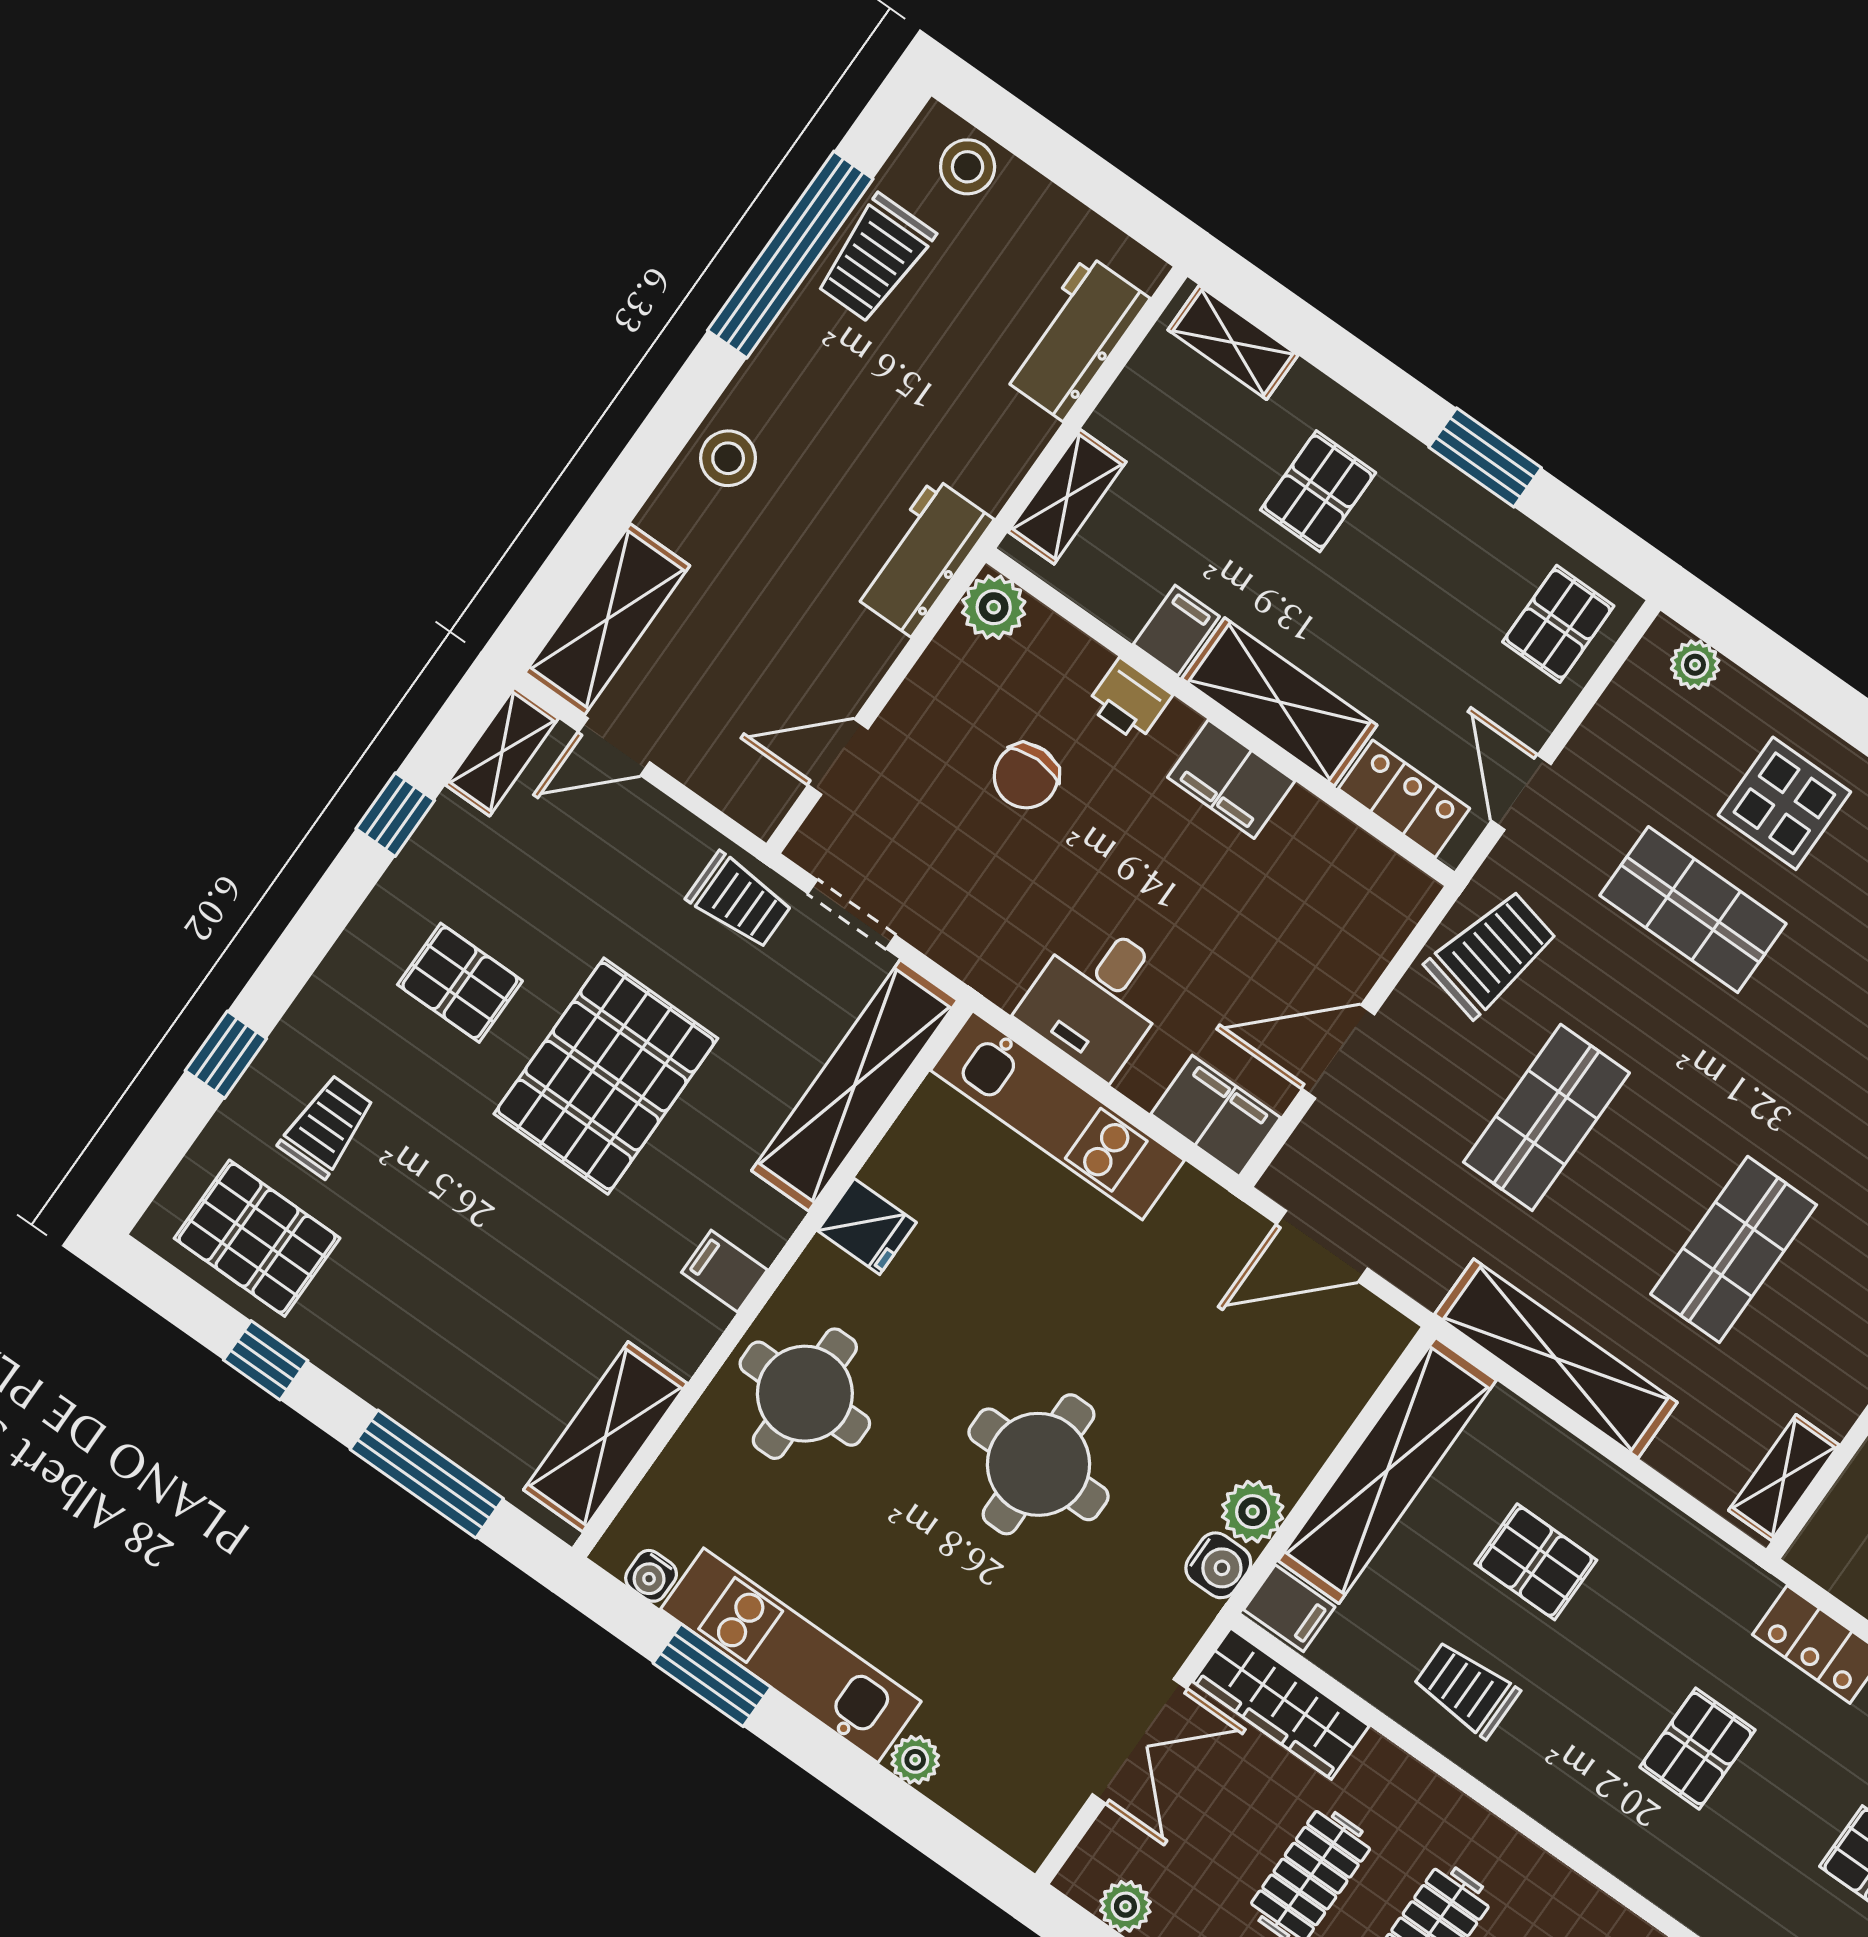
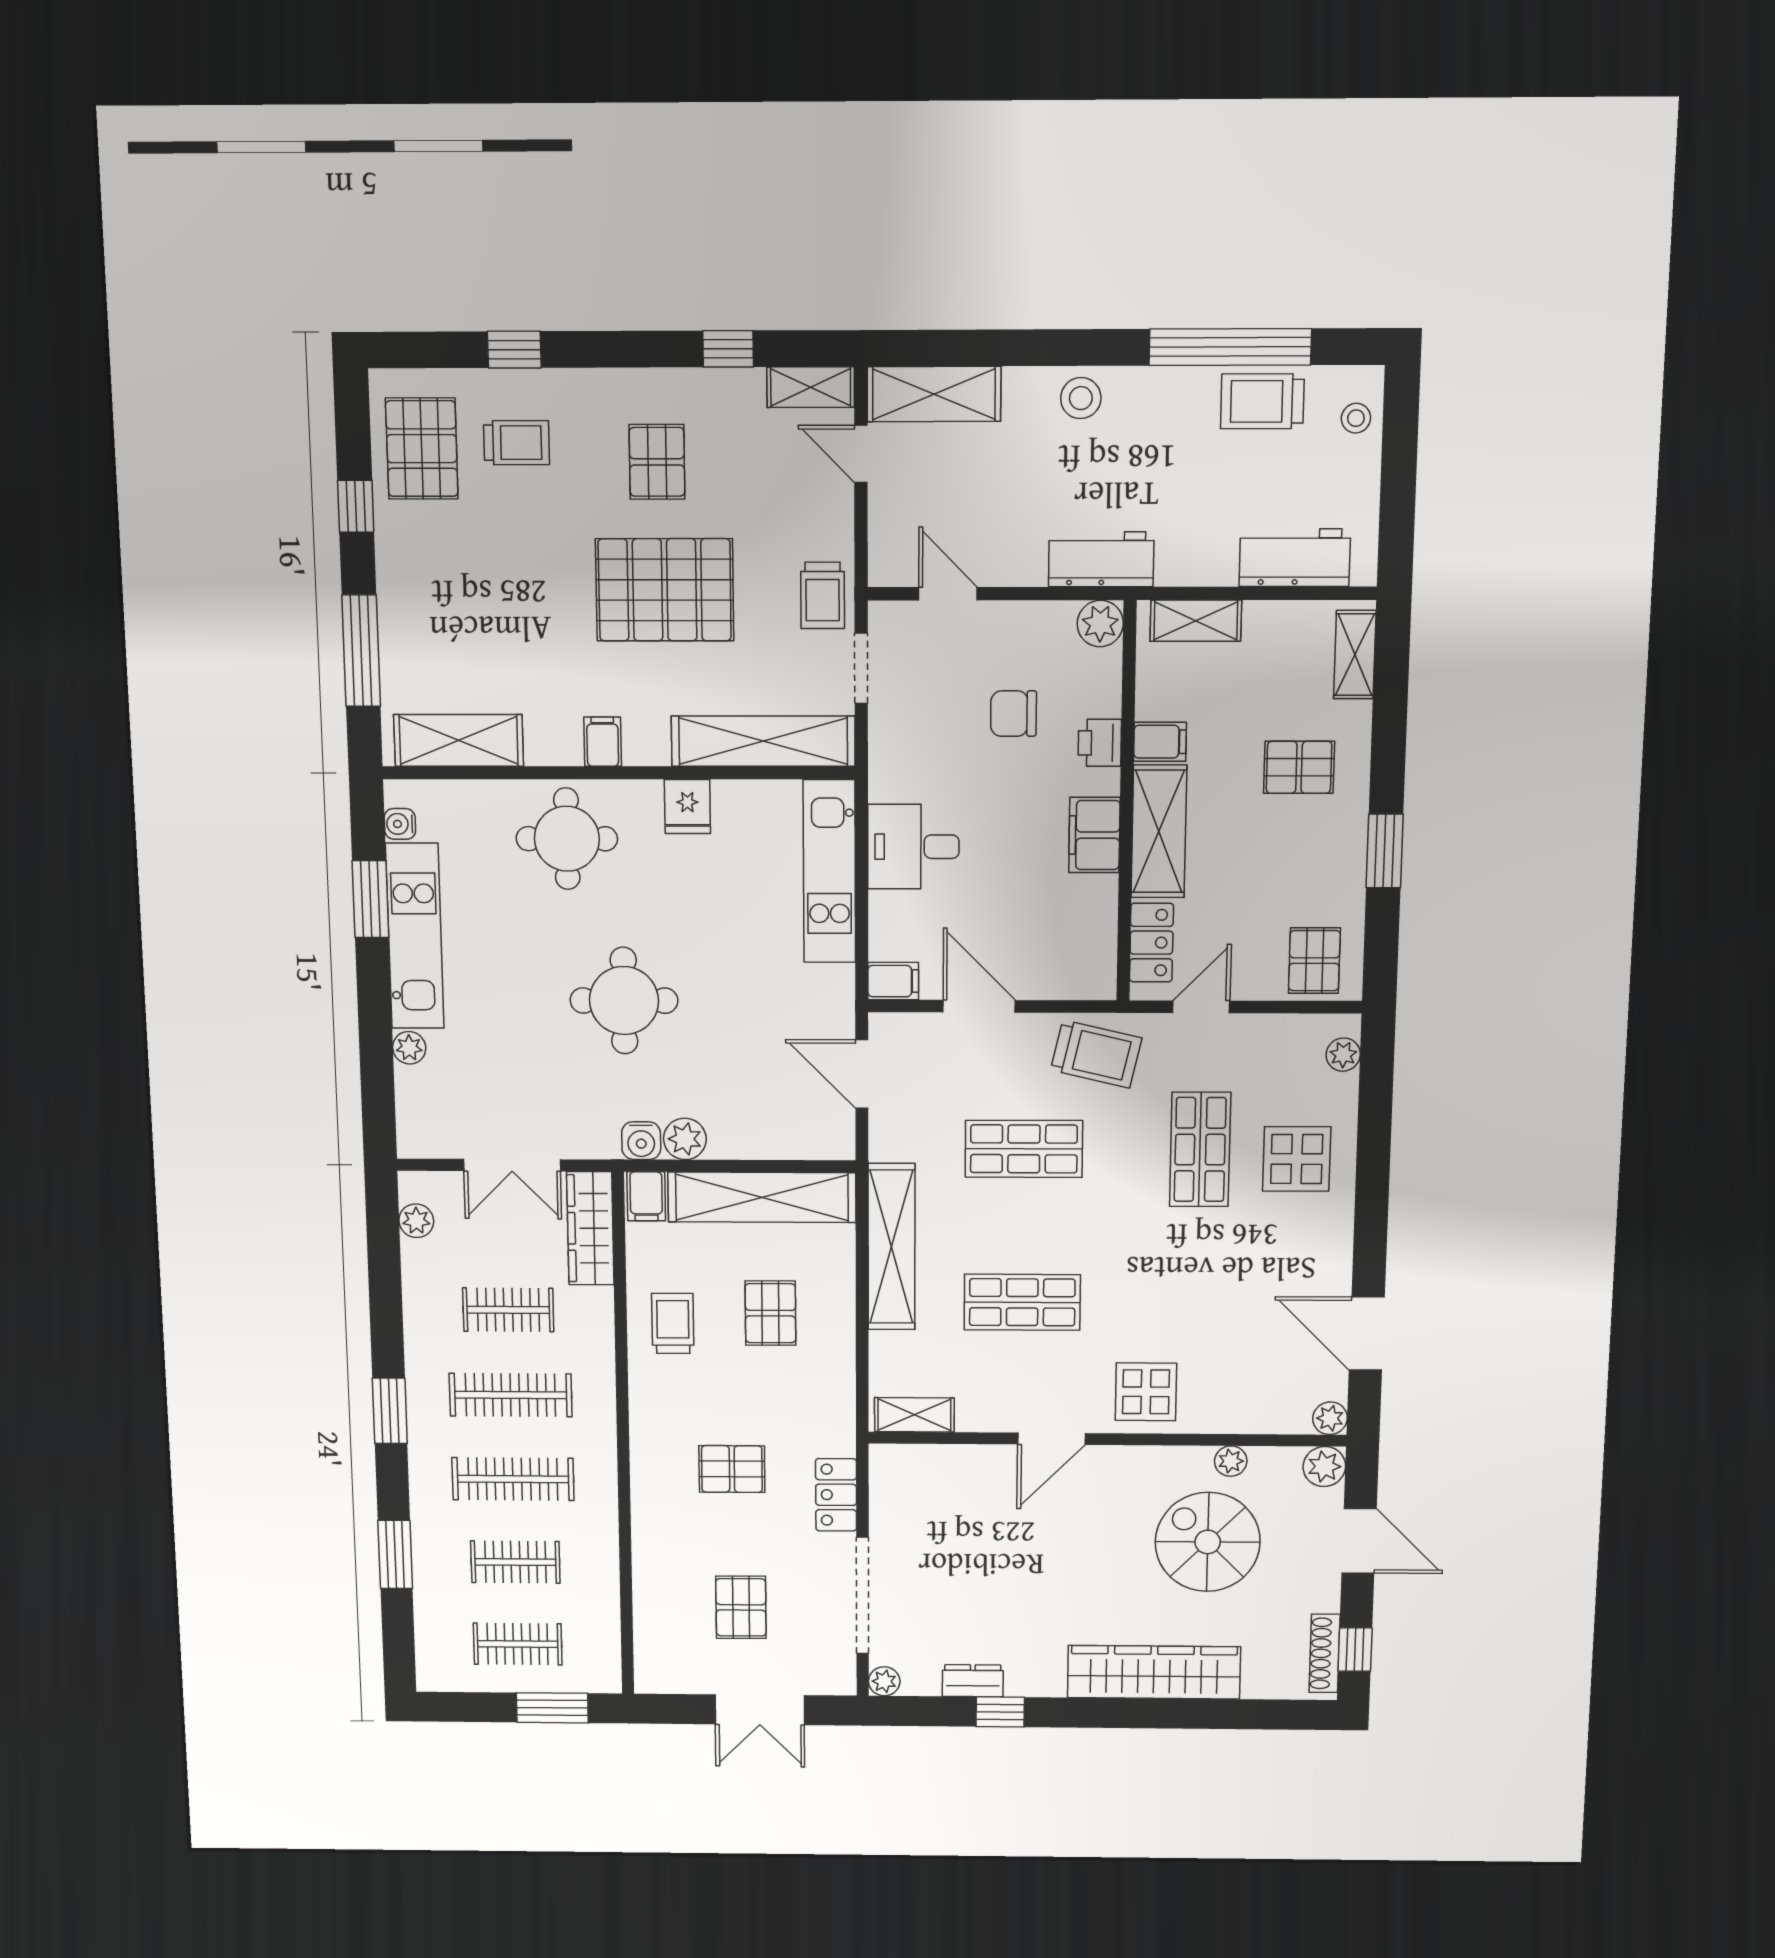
stool: (968, 167) -> (1356, 418), width x0.73, depth x0.73
pallet: (1558, 624) -> (1314, 961), turned 90
filing cabinet: (1216, 1116) -> (893, 981), width x0.50

